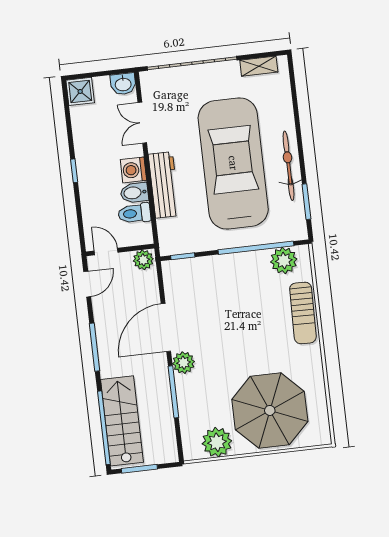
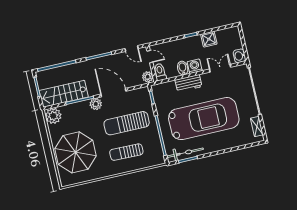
shower: (80, 91) -> (209, 39), moved
bicycle: (289, 166) -> (185, 153), moved
workbench: (164, 185) -> (188, 83), width x0.73
toilet: (134, 213) -> (160, 72), moved
door: (106, 252) -> (150, 57), hinge flipped
plant: (284, 261) -> (156, 151), removed
sun lounger: (226, 309) -> (127, 123), added
sun lounger: (303, 313) -> (126, 152), moved
stairs: (122, 421) -> (64, 94), moved, turned 180
plant: (217, 442) -> (53, 116), moved

